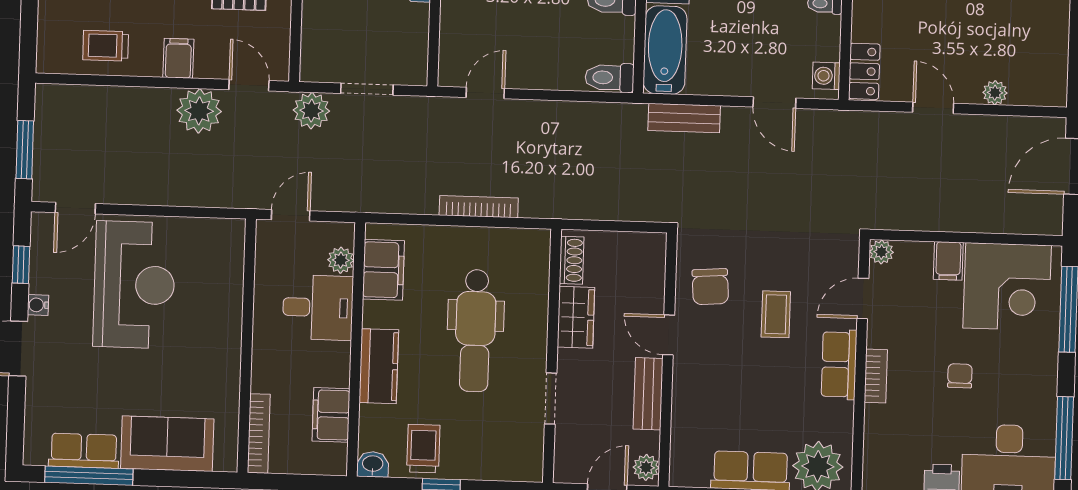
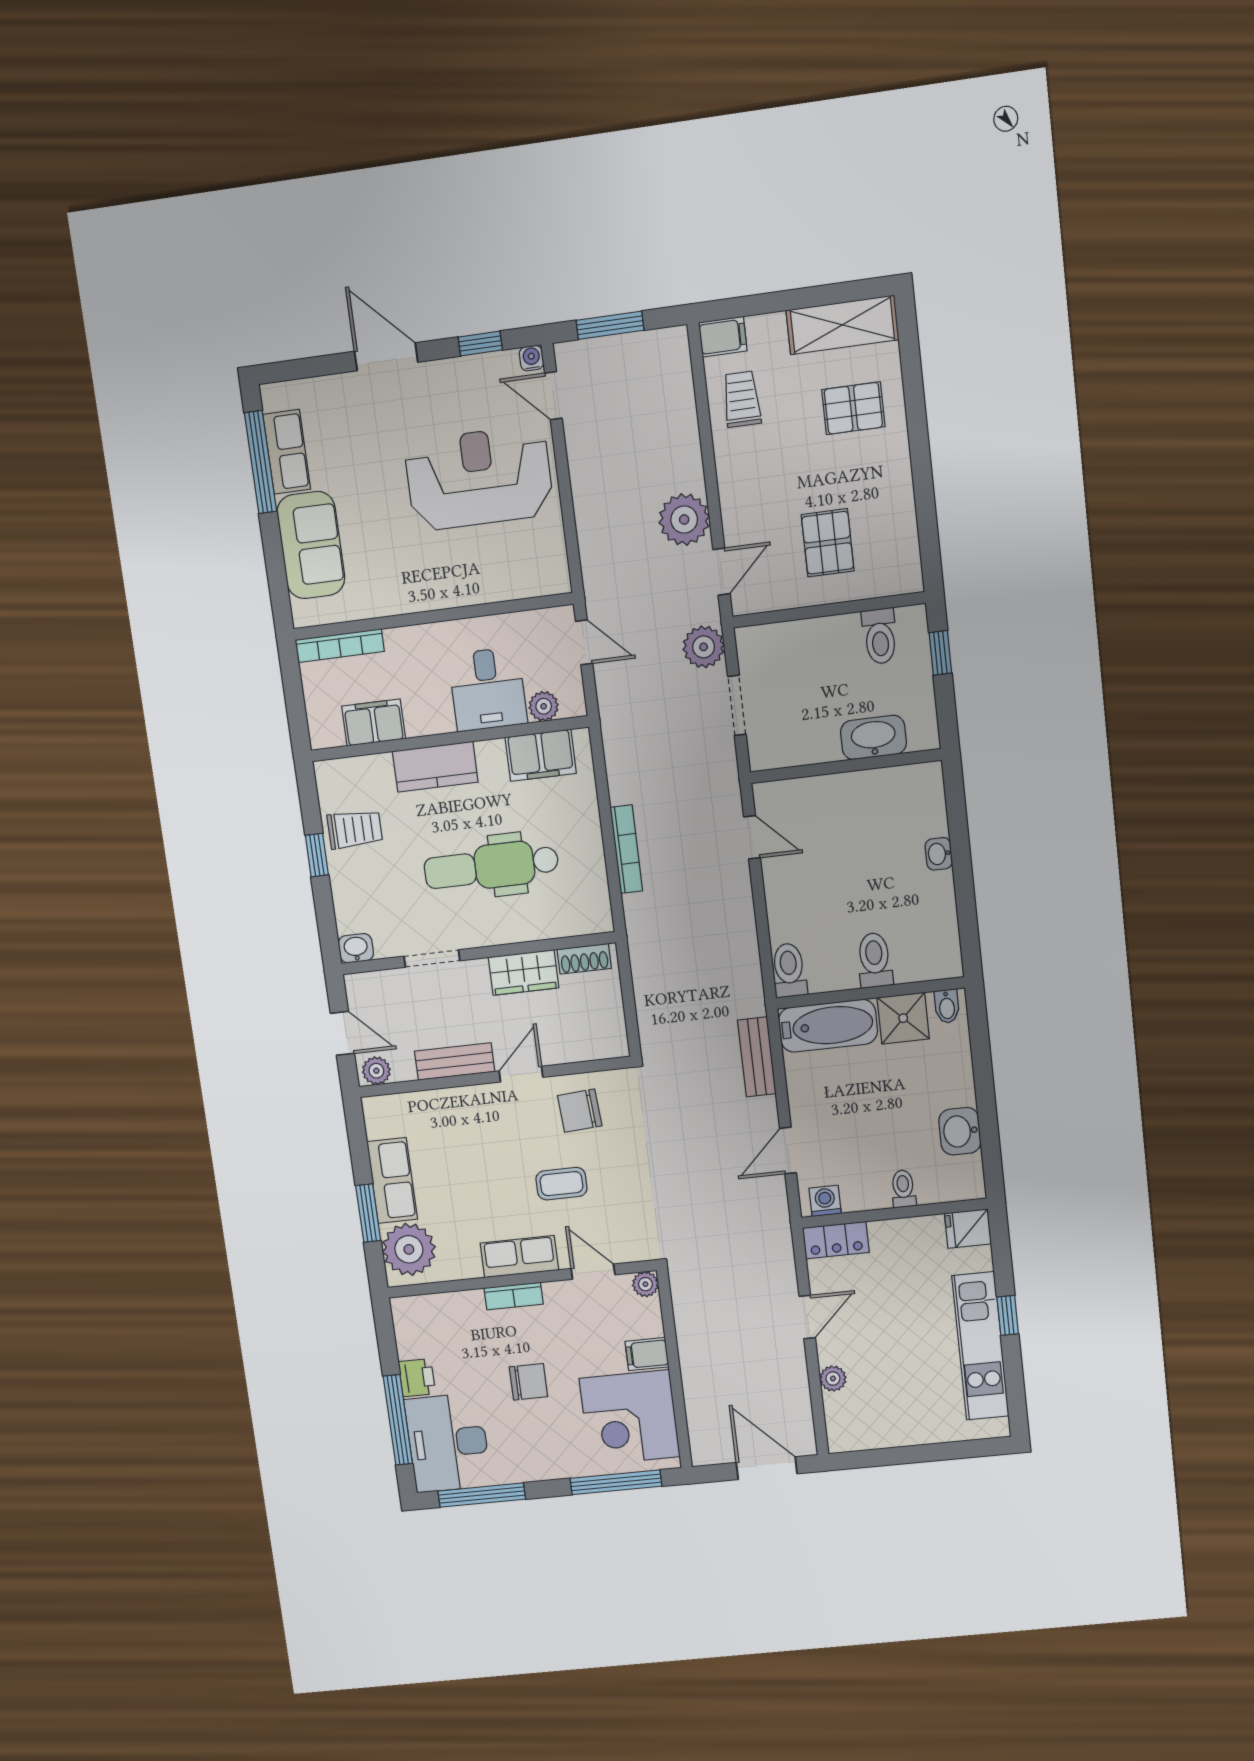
filing cabinet: (178, 58) -> (723, 337), moved
reception desk: (134, 285) -> (479, 478), turned 180
water cooler: (38, 305) -> (531, 358), moved
chair: (960, 376) -> (528, 1382), width x1.37, depth x1.37
washbasin: (373, 464) -> (356, 948), moved, turned -90

